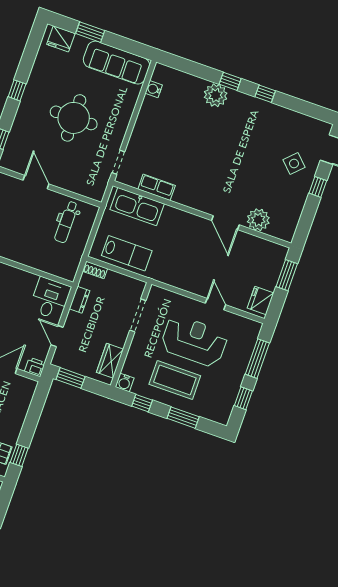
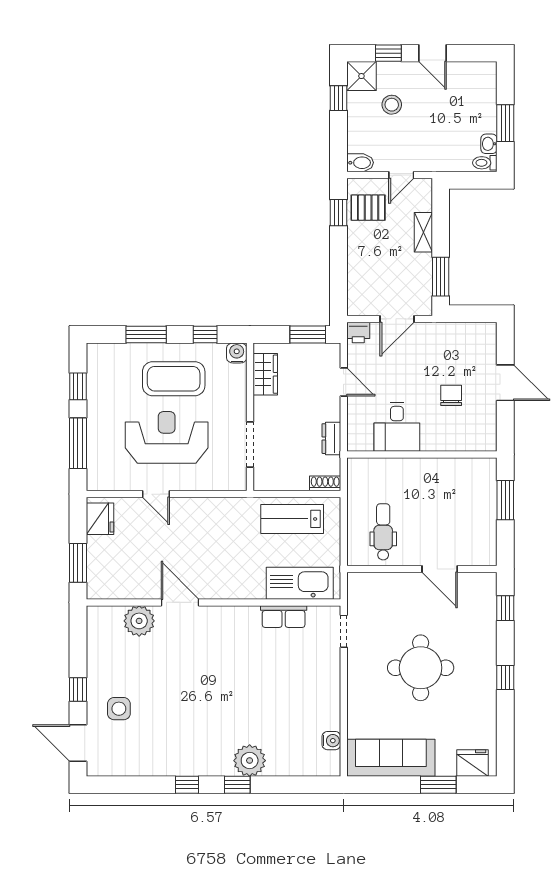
side table: (294, 163) -> (119, 709), turned 45
desk: (50, 298) -> (397, 427), moved
reception desk: (194, 341) -> (167, 437), turned 180

